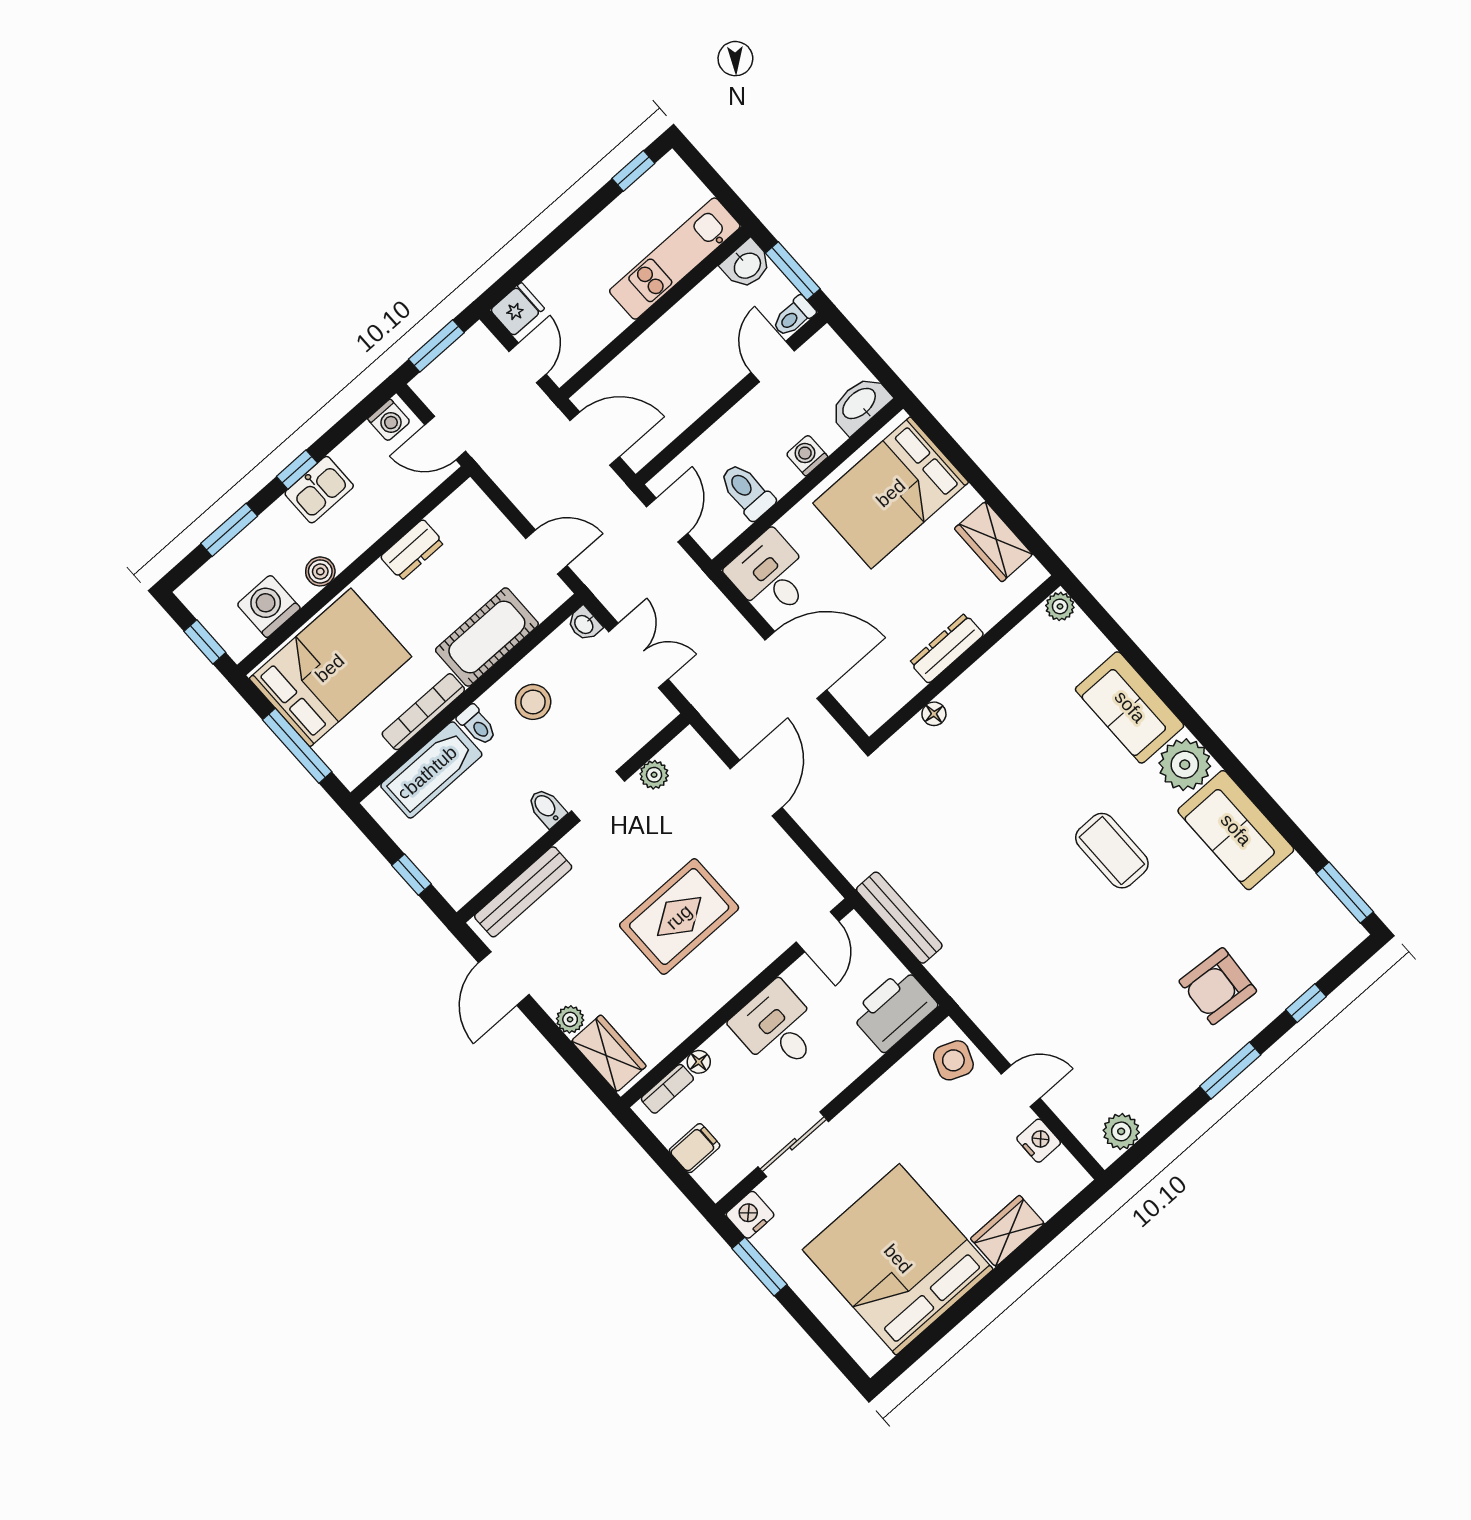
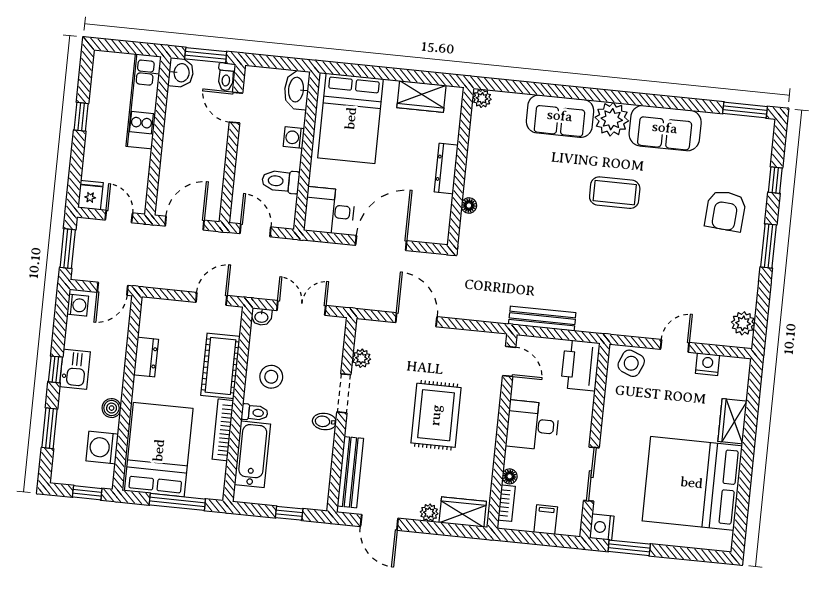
window: (633, 171) -> (81, 117), moved

